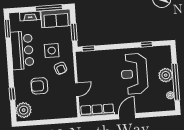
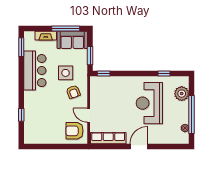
plant: (166, 75) -> (182, 94), moved
armchair: (39, 86) -> (74, 131), moved
door: (77, 90) -> (89, 115), swing flipped
plant: (24, 110) -> (32, 132), removed

